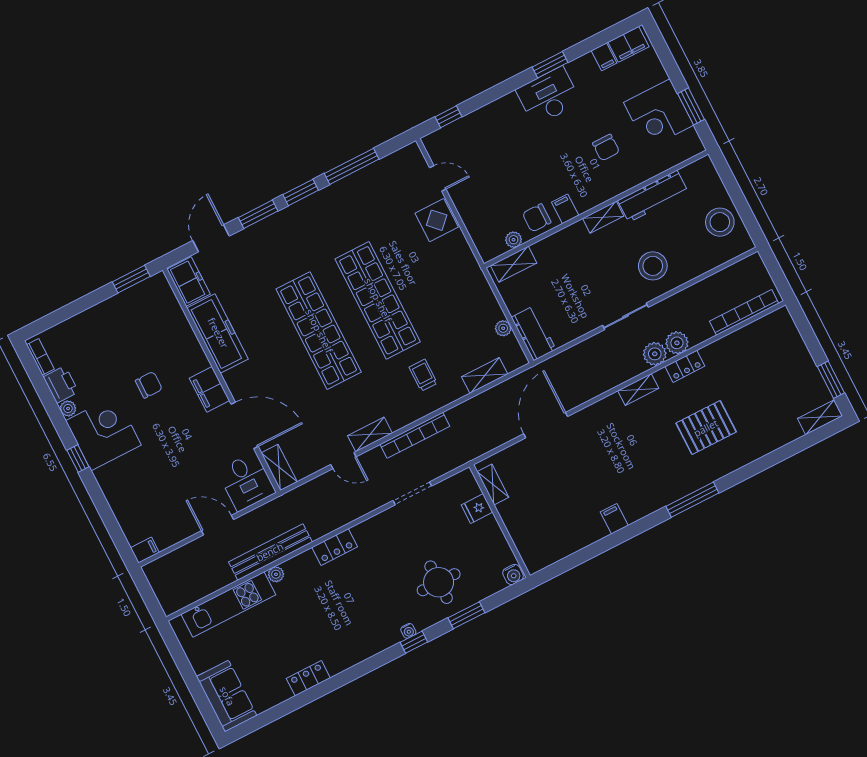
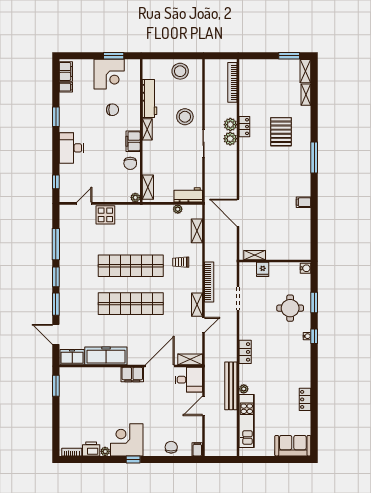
desk: (548, 96) -> (71, 148), moved
filing cabinet: (565, 209) -> (133, 141), width x2.00
plant: (514, 240) -> (135, 198), moved
chair: (149, 385) -> (171, 447), moved
shelving: (638, 390) -> (306, 95), moved

